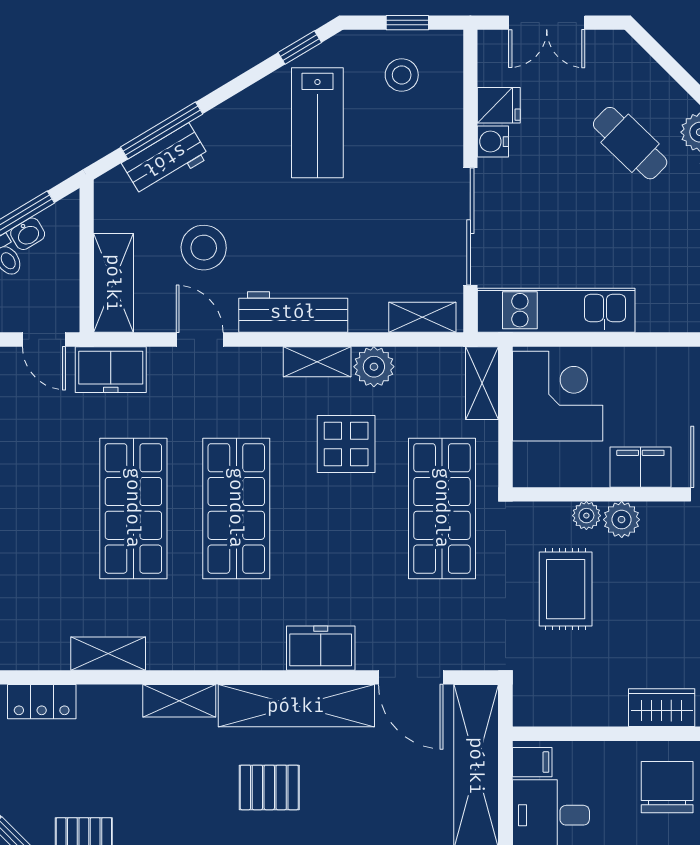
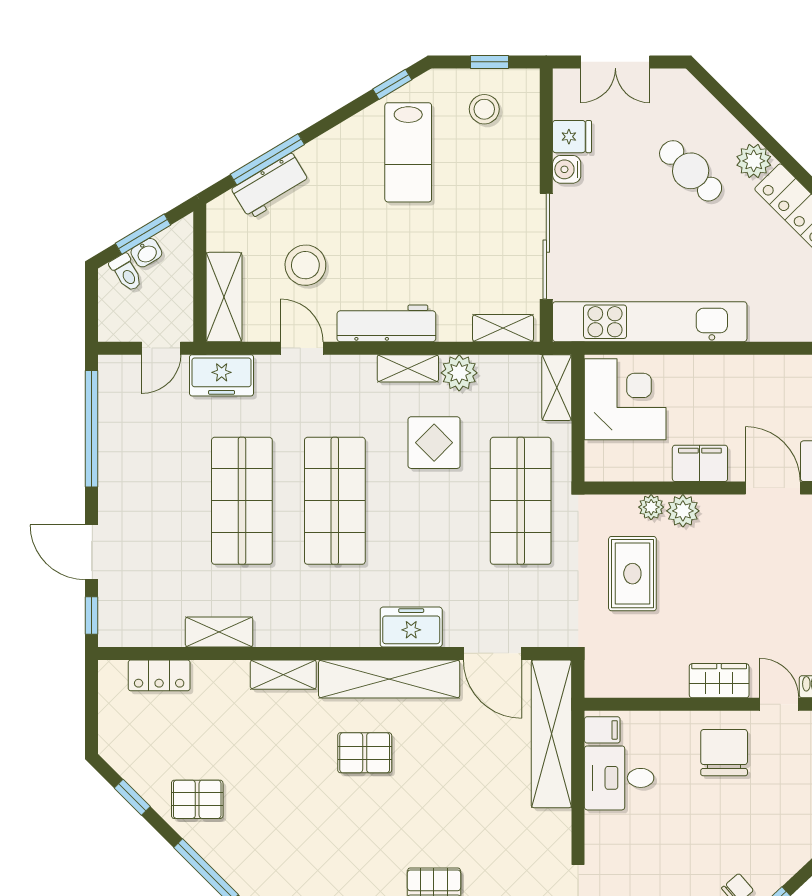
kitchen unit: (556, 310) -> (650, 322), width x1.36
door: (44, 339) -> (161, 348), hinge flipped

